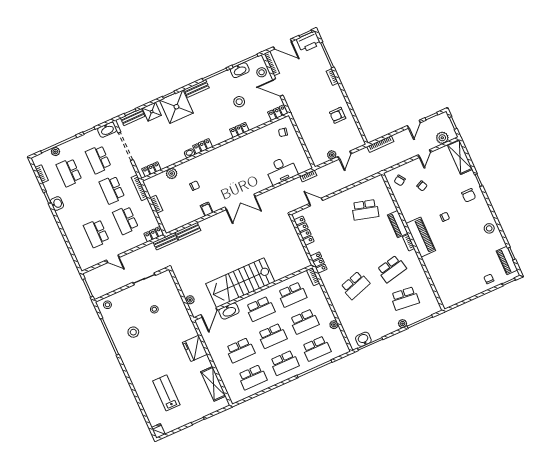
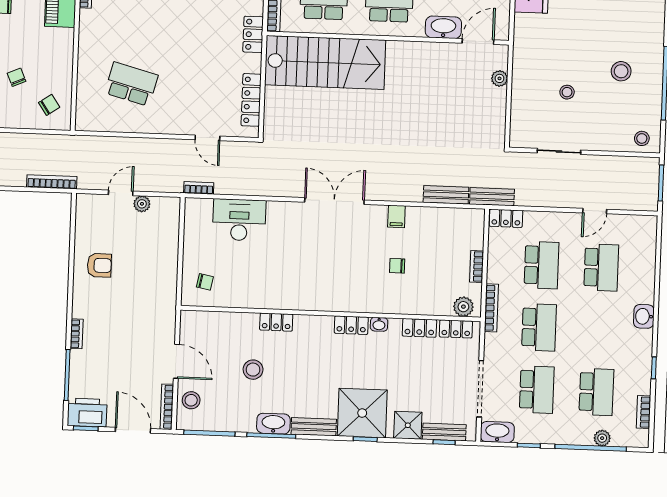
washbasin: (240, 70) -> (273, 424), moved
locker: (278, 113) -> (419, 328), moved
plant: (172, 173) -> (463, 307), moved
washbasin: (57, 204) -> (644, 316), moved
piano: (398, 224) -> (89, 33), removed
door: (113, 259) -> (595, 211), swing flipped
stairs: (240, 283) -> (325, 62), moved

